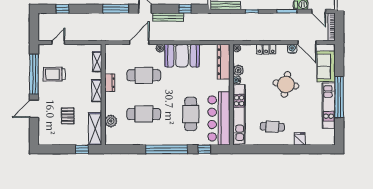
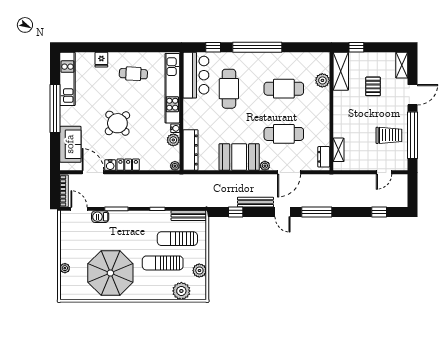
locker: (266, 49) -> (128, 165), moved
dresser: (110, 83) -> (324, 157), moved
round table: (286, 84) -> (117, 123), turned 38
shelving: (97, 91) -> (402, 65), moved
kitchen unit: (329, 106) -> (67, 79), moved
bar counter: (219, 118) -> (196, 75), width x0.73

